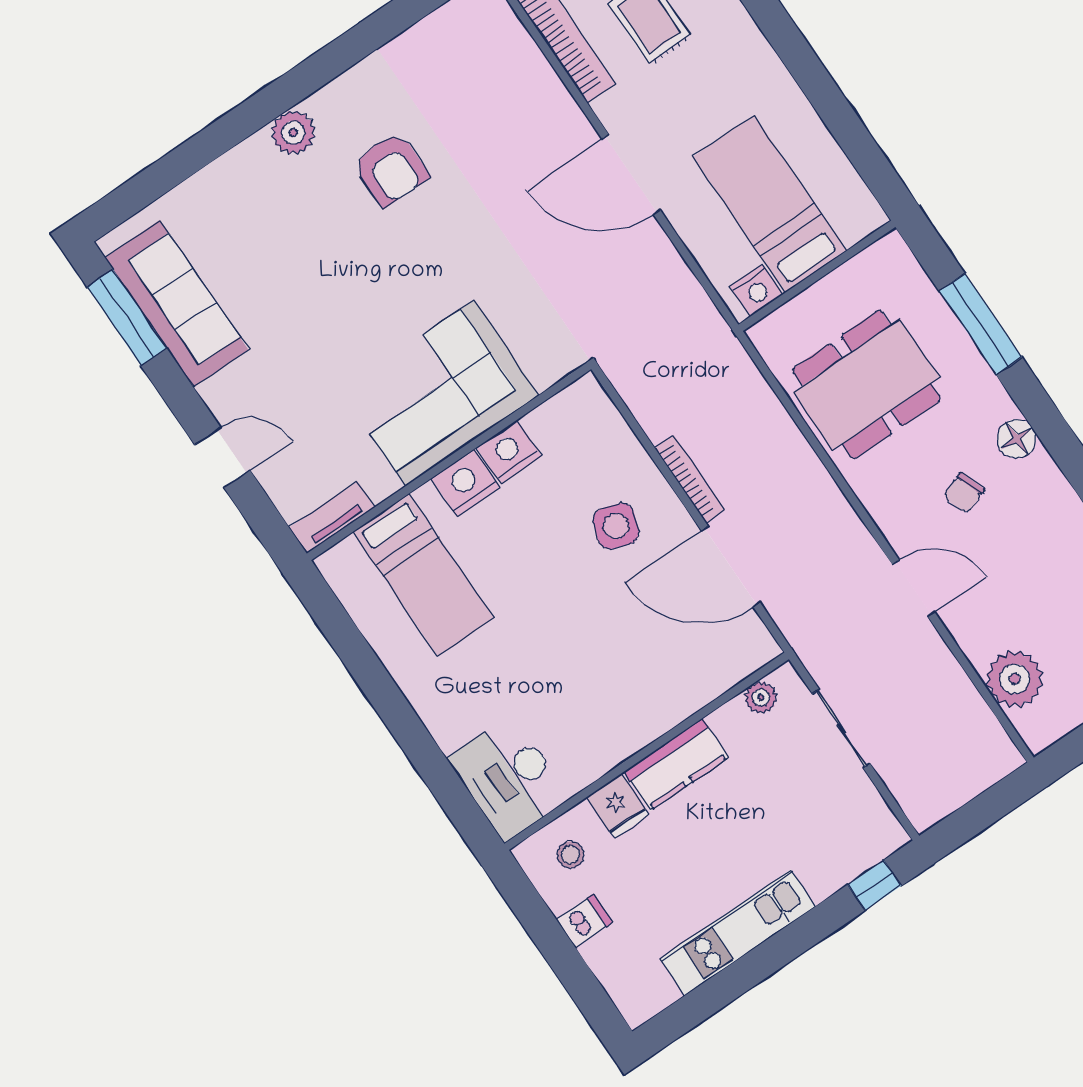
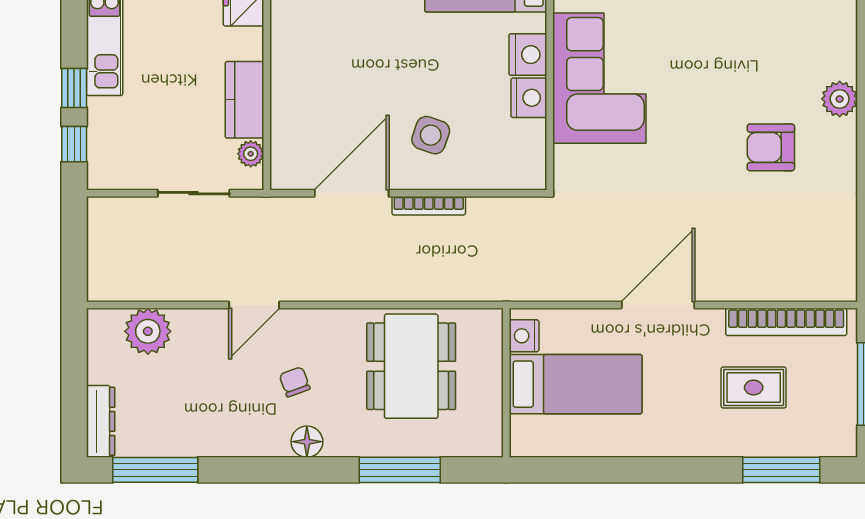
kitchen counter: (676, 765) -> (244, 100), moved
window: (817, 924) -> (74, 88), added

